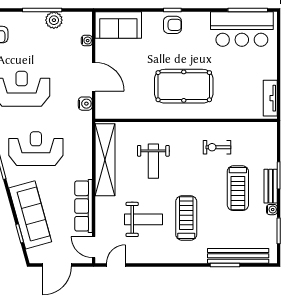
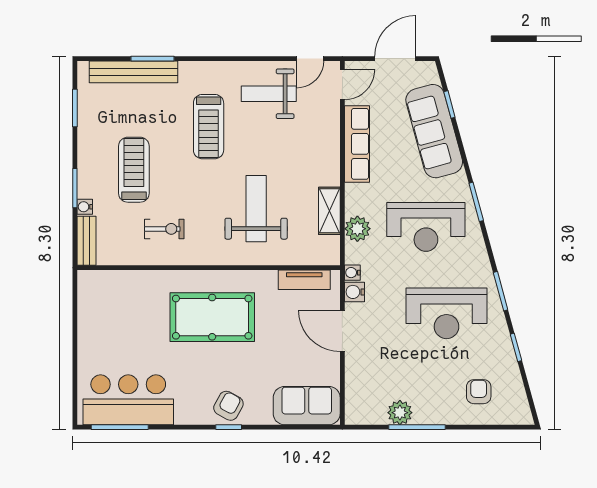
armchair: (172, 25) -> (228, 406), turned 119
water cooler: (87, 41) -> (352, 273), moved
tv unit: (270, 98) -> (304, 280), moved, turned 90
plant: (83, 147) -> (357, 229), added
shelving: (105, 160) -> (329, 211), width x0.45, depth x0.75
weight bench: (153, 161) -> (256, 209), width x1.36, depth x1.33
bench: (271, 186) -> (87, 241), moved
water cooler: (272, 210) -> (85, 207), moved
weight bench: (143, 219) -> (269, 94), moved
door: (94, 247) -> (342, 84), hinge flipped

